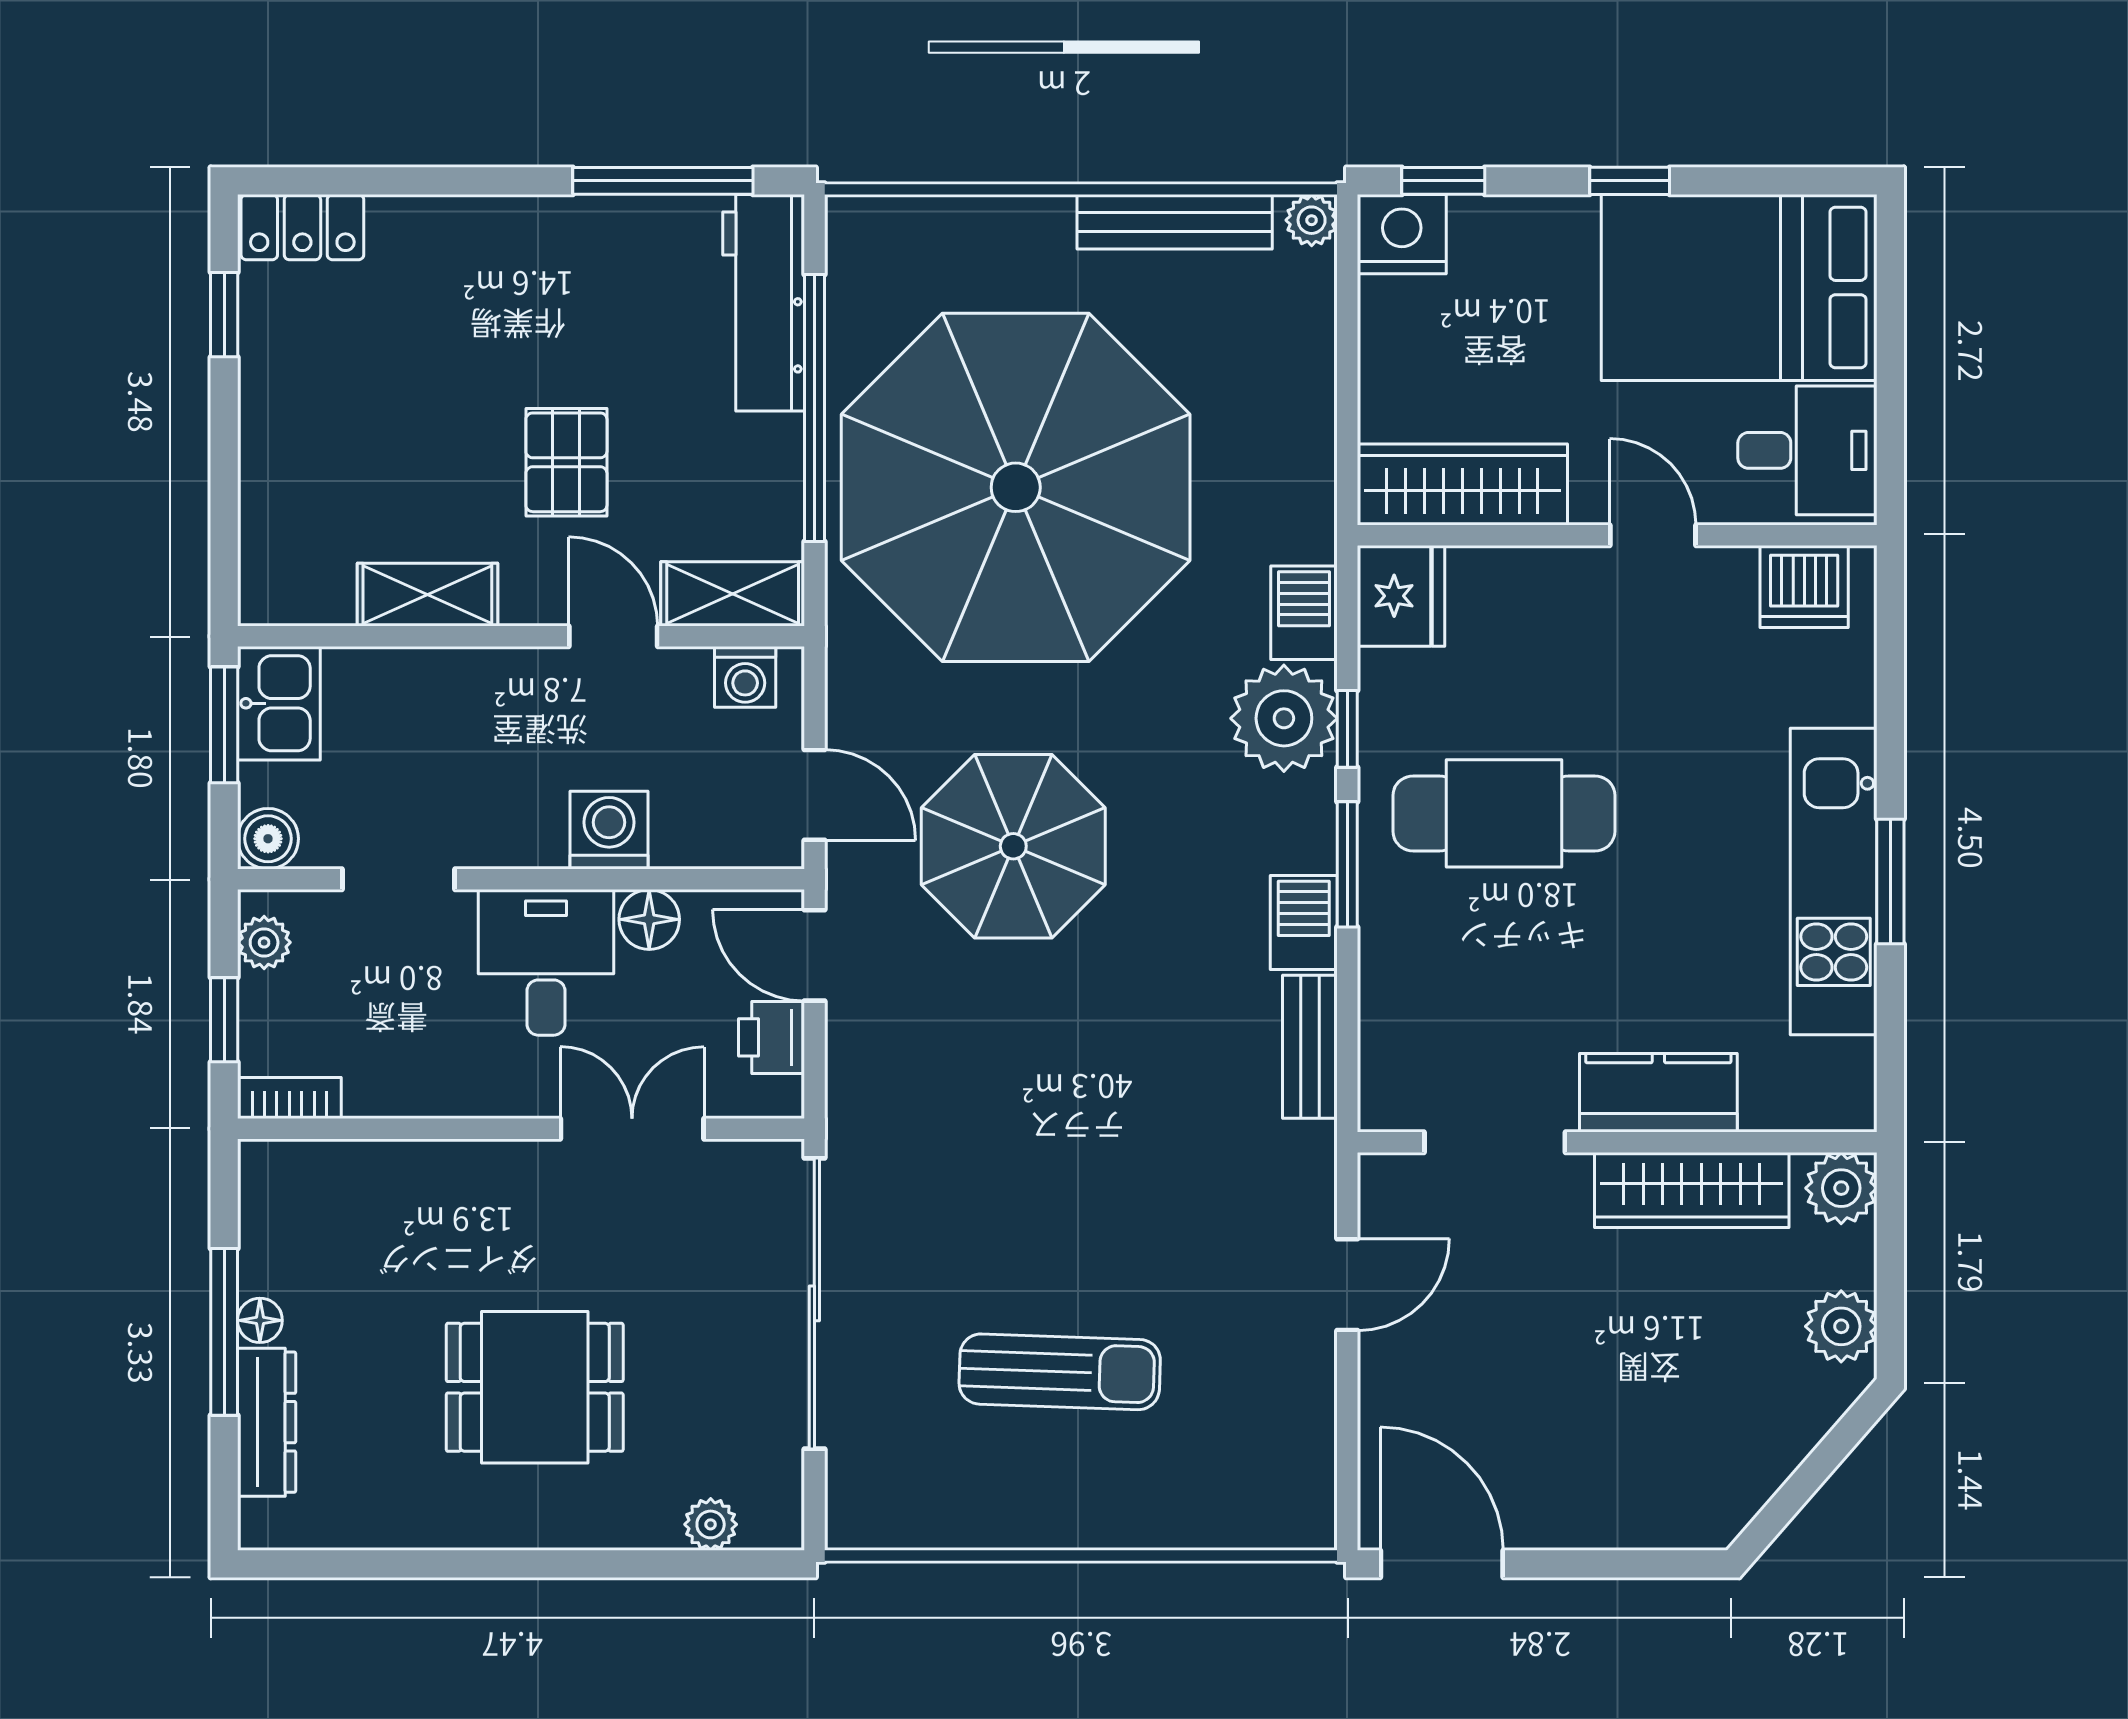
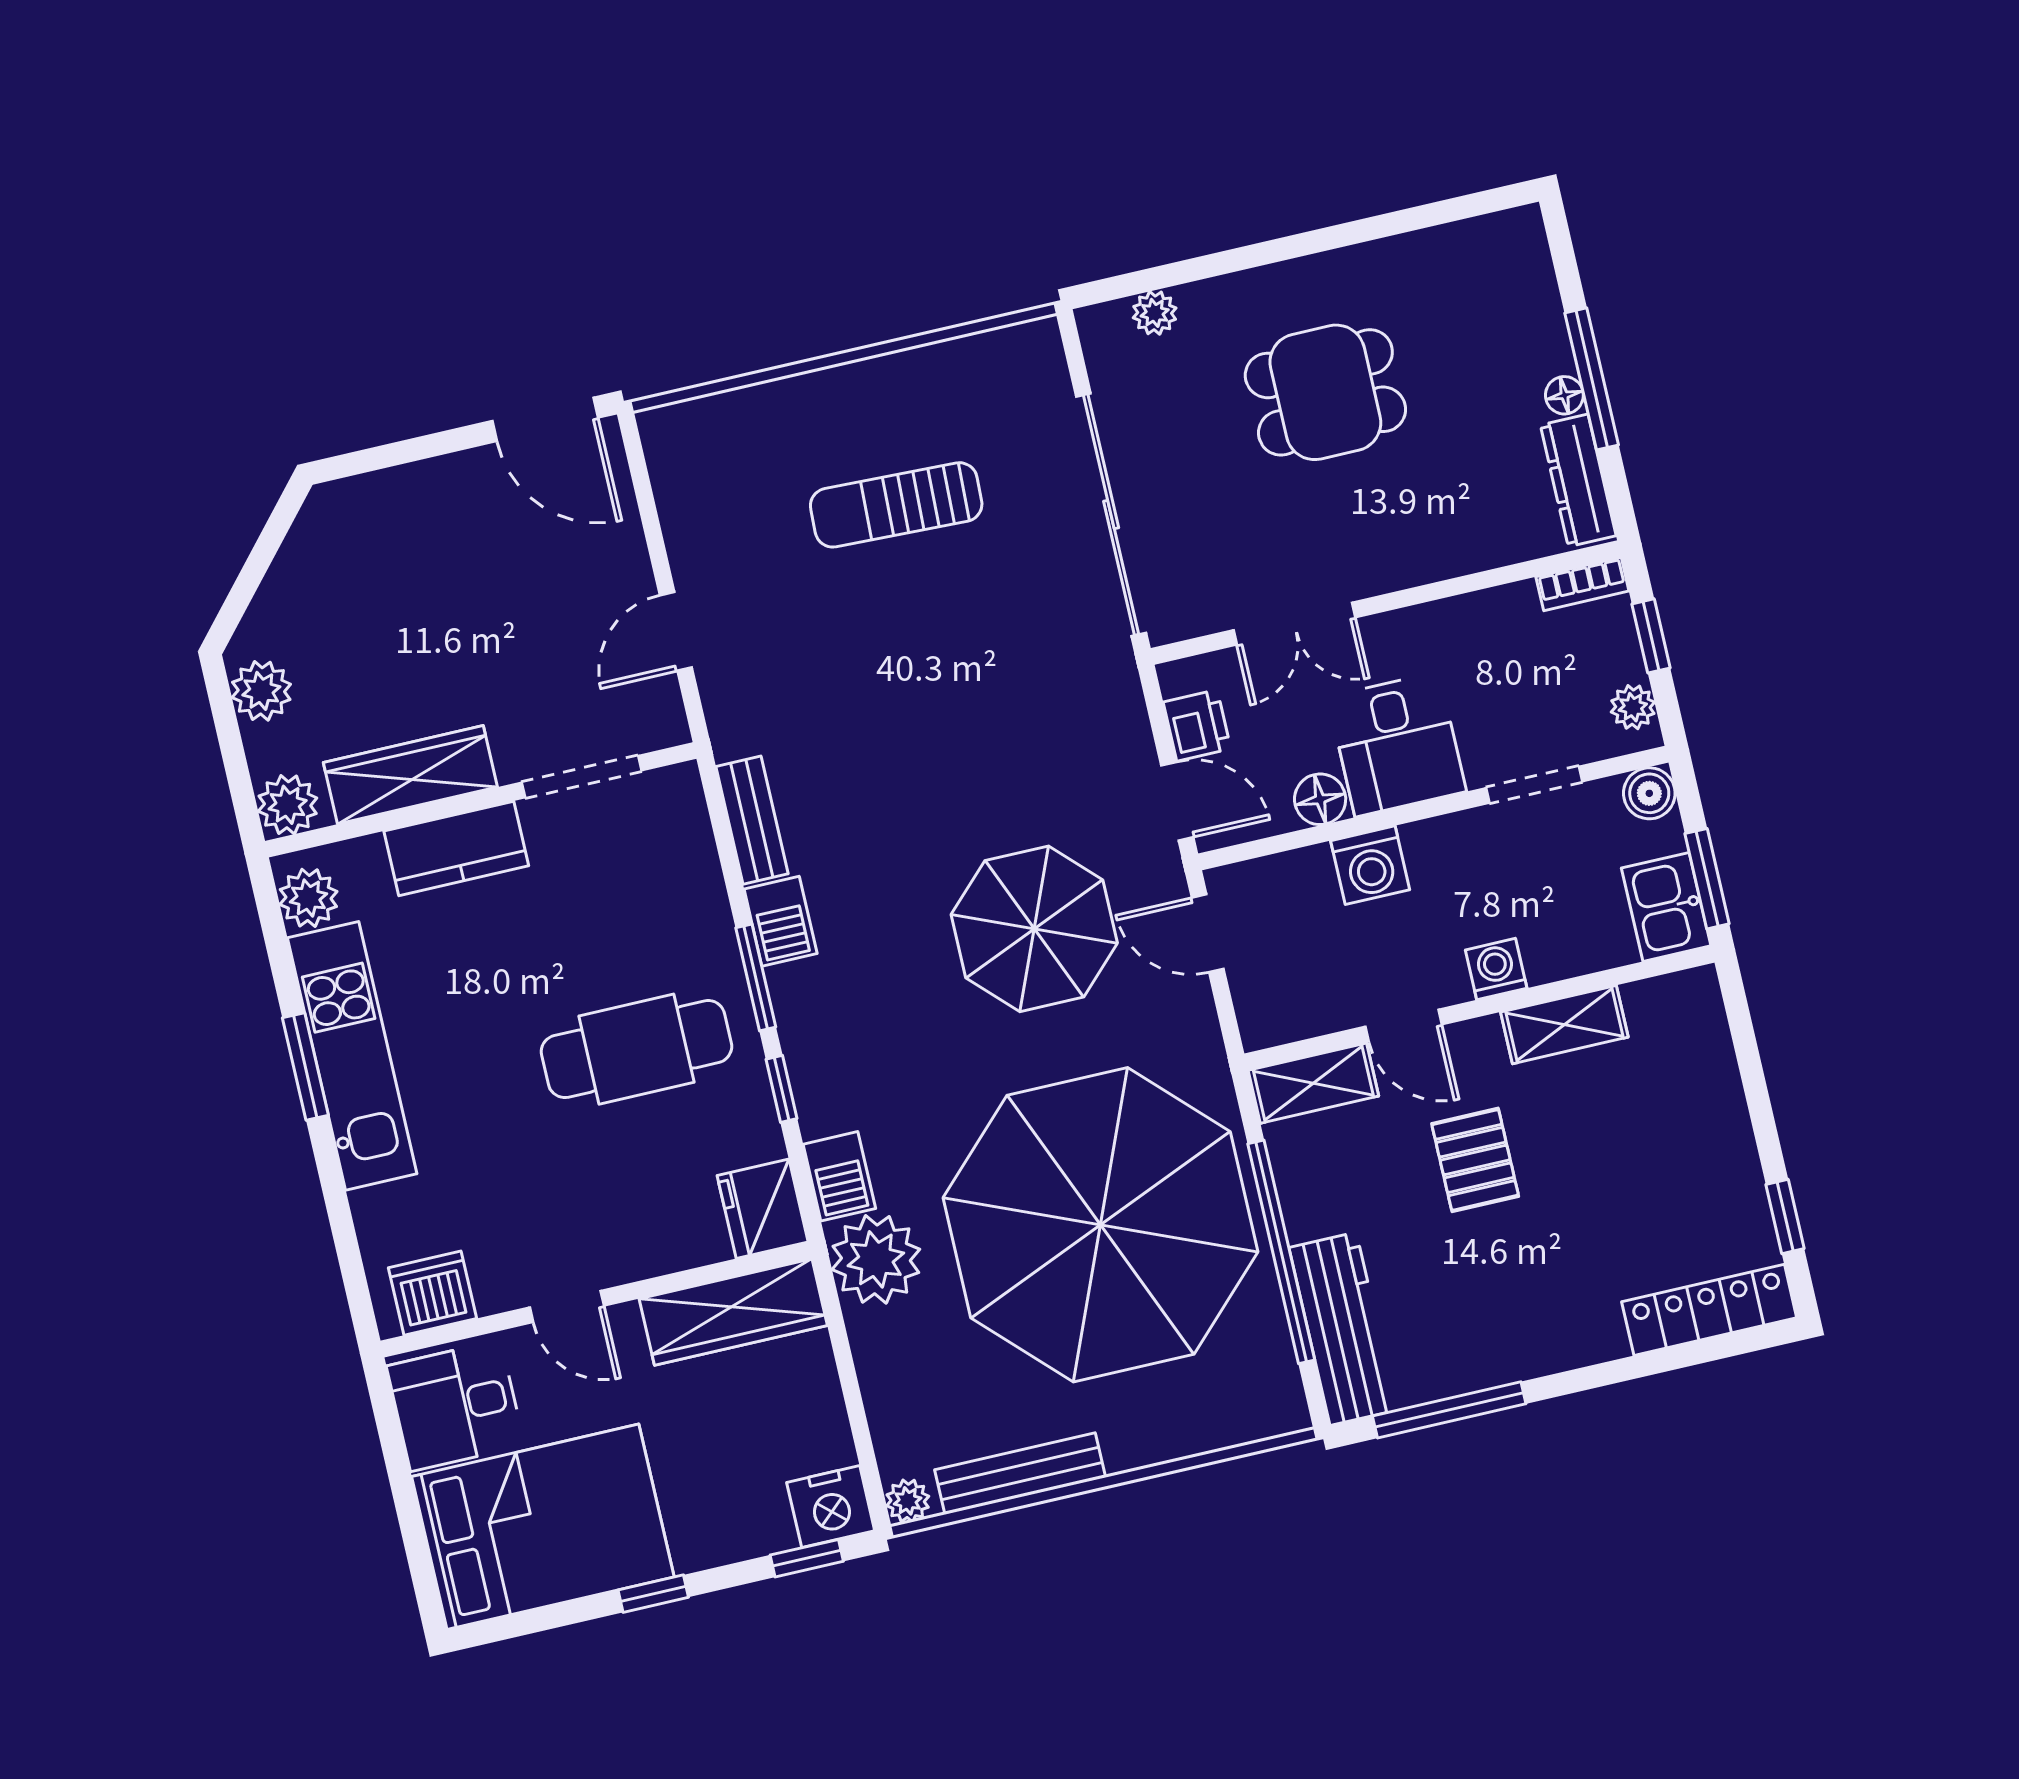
locker: (302, 227) -> (1709, 1310), width x1.53
washing machine: (745, 677) -> (1496, 969), moved
plant: (1284, 718) -> (876, 1259), moved
plant: (1842, 1075) -> (308, 898), added
dresser: (267, 1422) -> (1578, 480), moved

